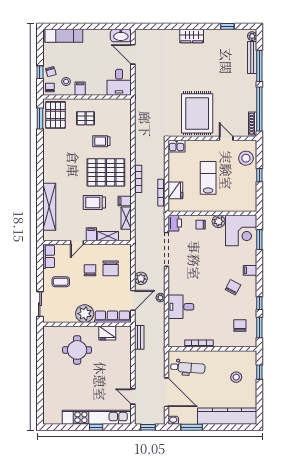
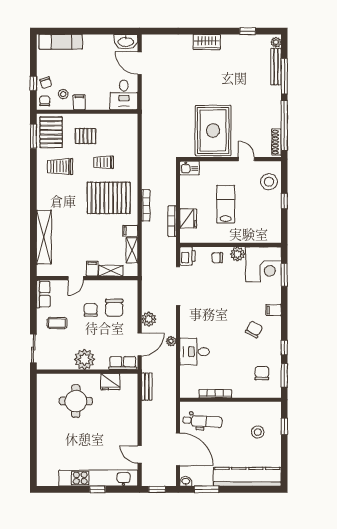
trolley: (94, 203) -> (60, 167), moved
row of seats: (112, 317) -> (123, 363), width x0.68

